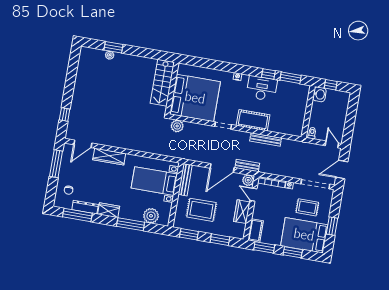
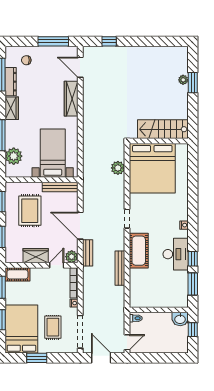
stairs: (162, 83) -> (163, 129), moved
wall: (172, 88) -> (159, 141), moved
bed: (195, 98) -> (152, 168), moved

